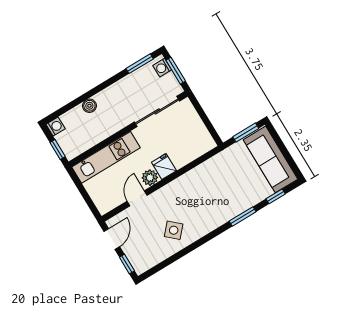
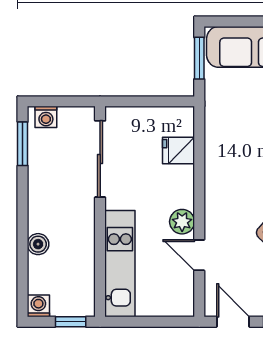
window: (176, 71) -> (61, 101), removed
fridge: (164, 166) -> (179, 150), moved

